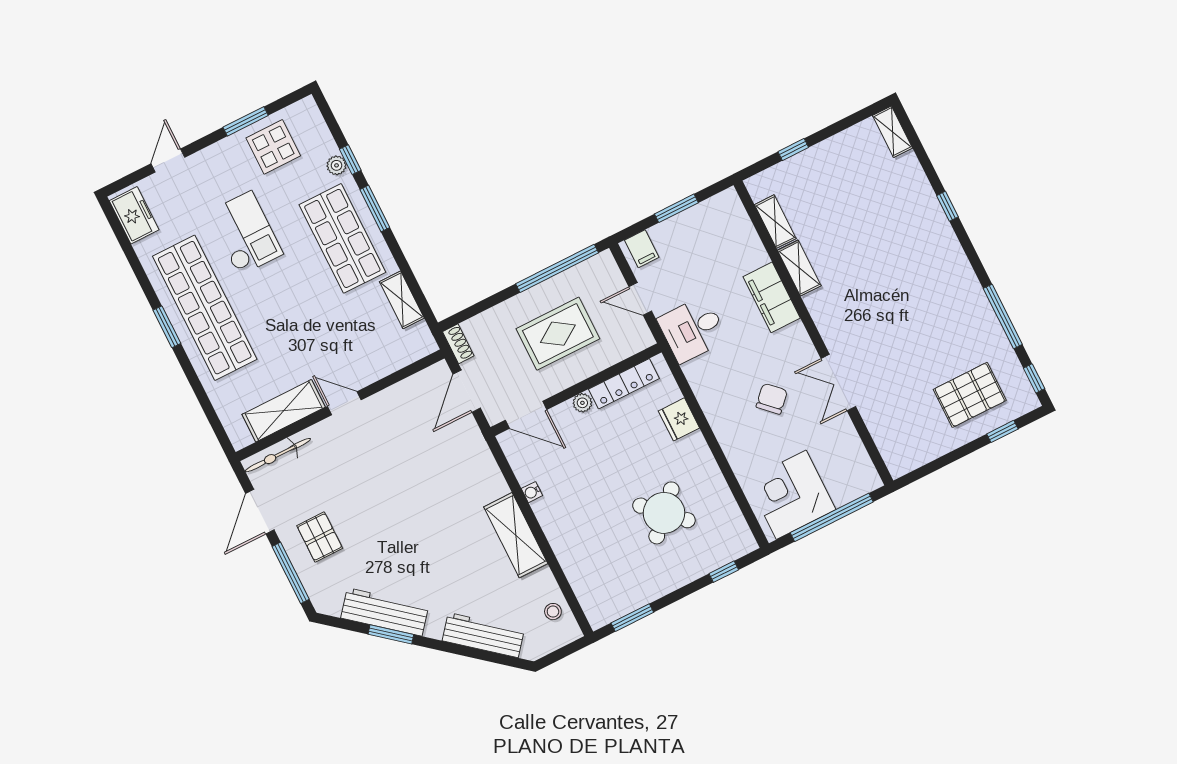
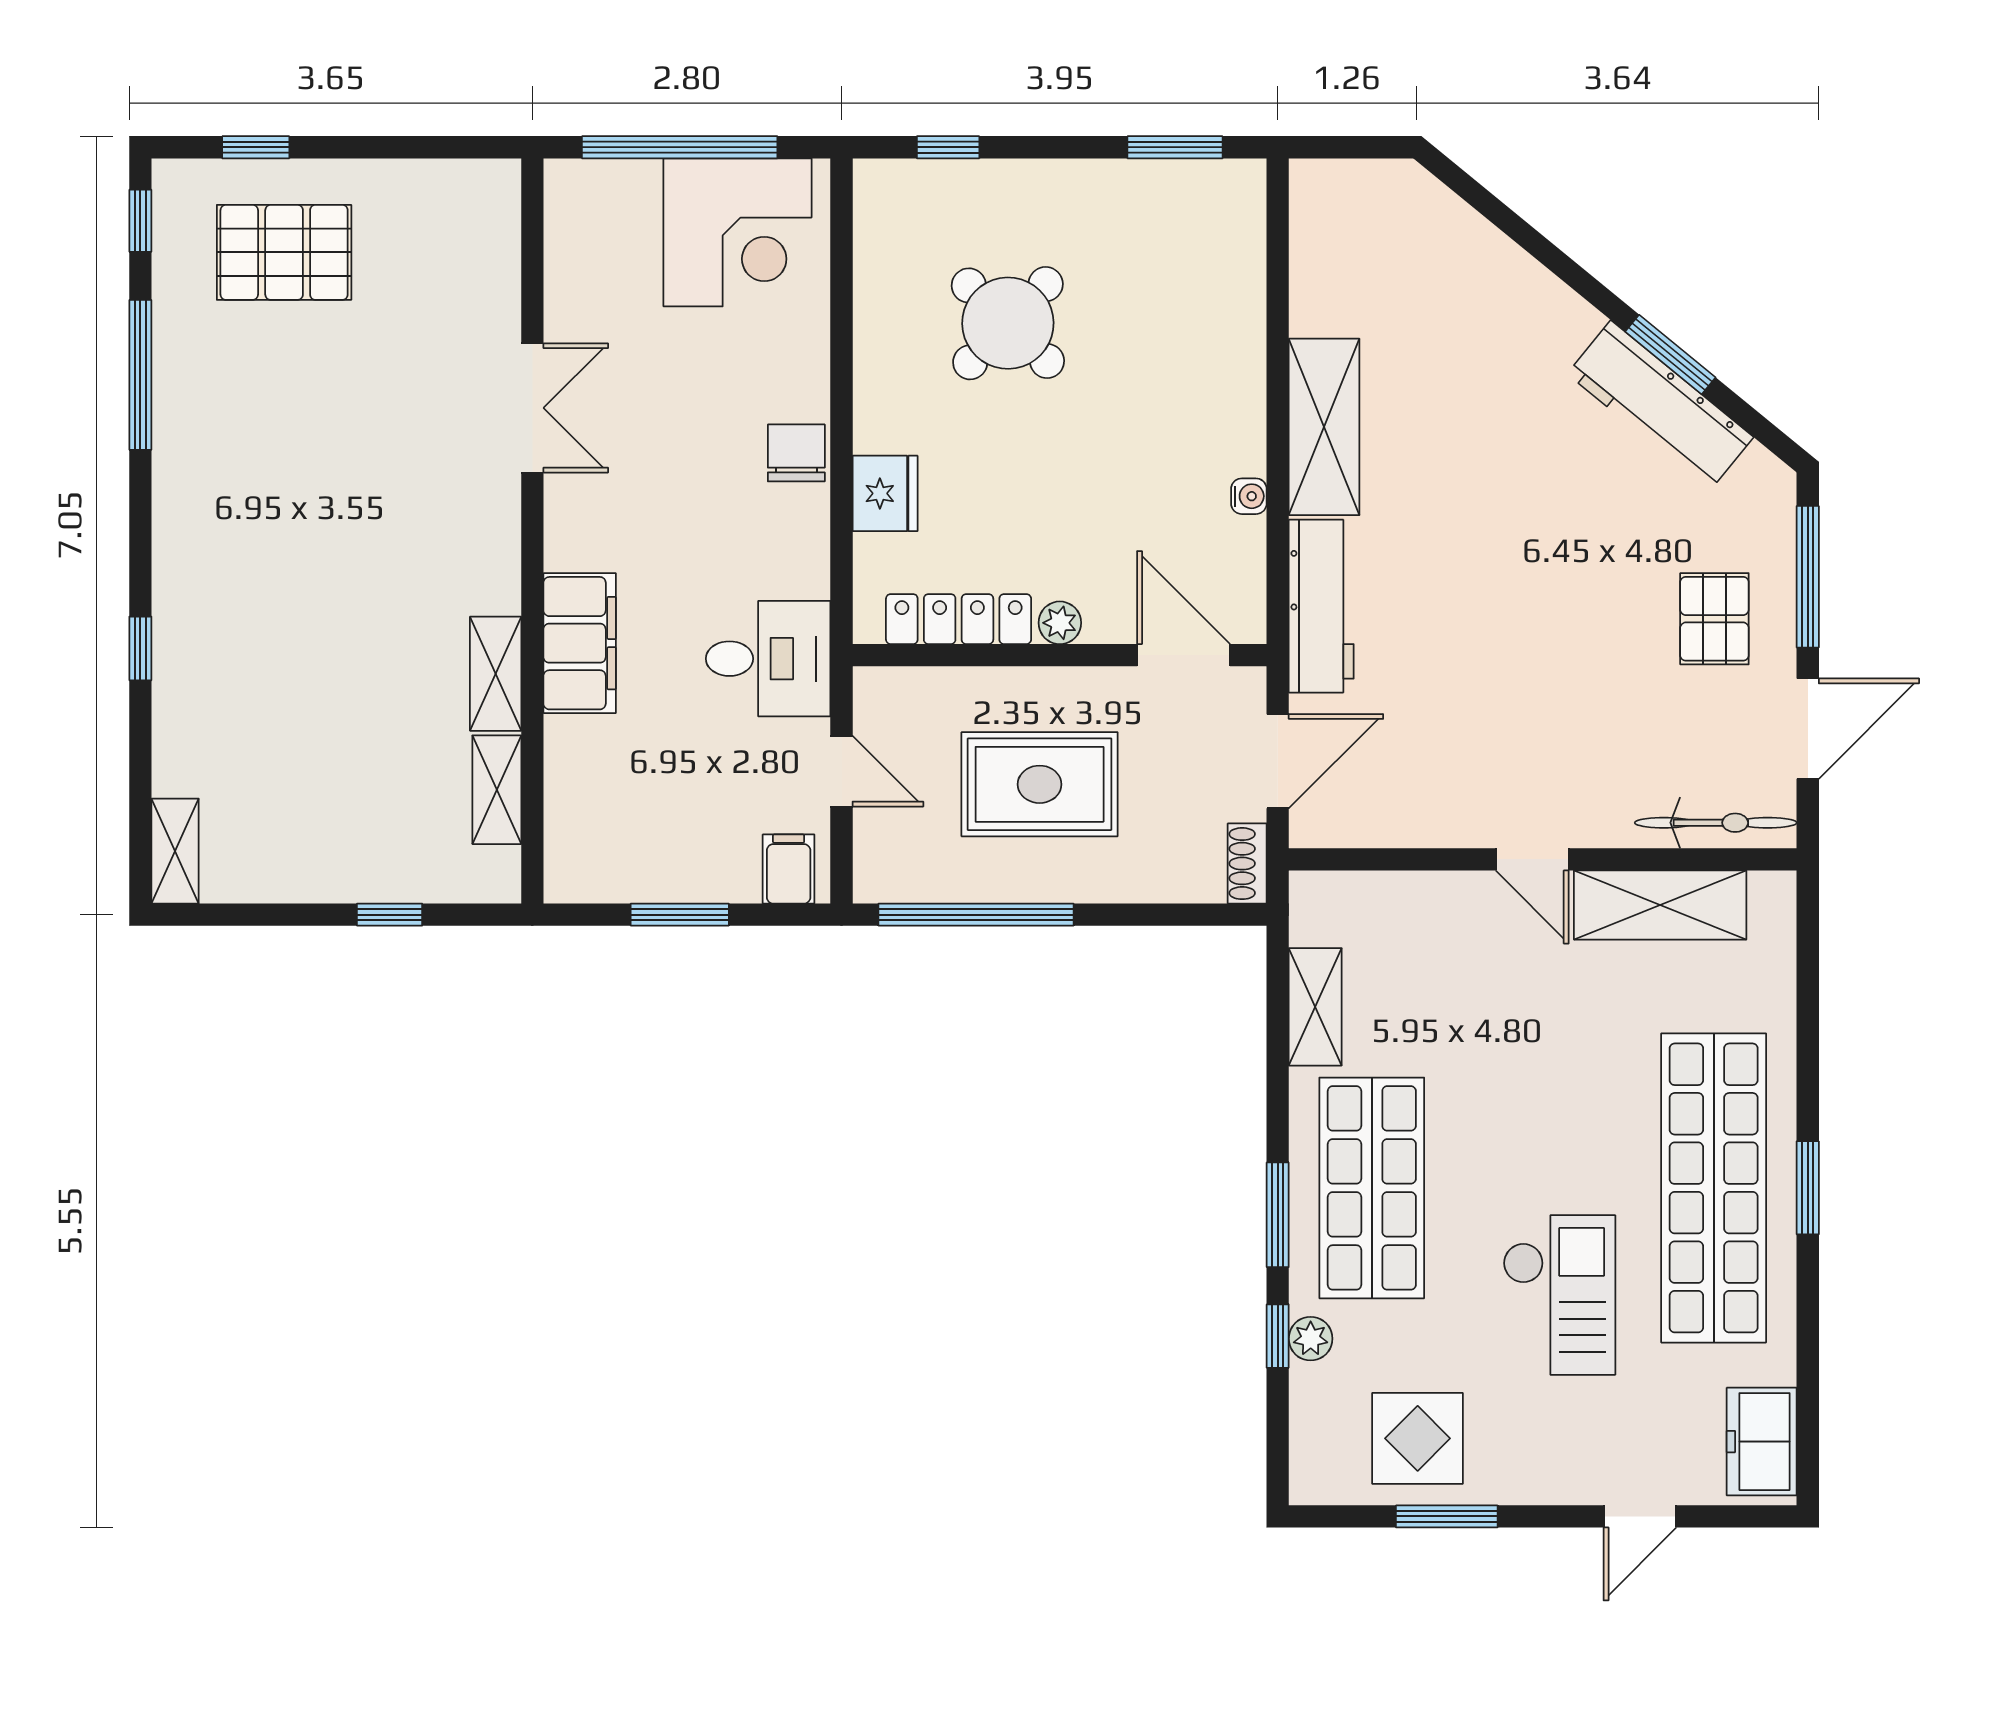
checkout: (245, 233) -> (1559, 1295), turned 180
chair: (772, 399) -> (796, 453), moved, turned 136
stool: (553, 612) -> (1326, 238), removed
workbench: (483, 635) -> (1321, 606), moved, turned -129

